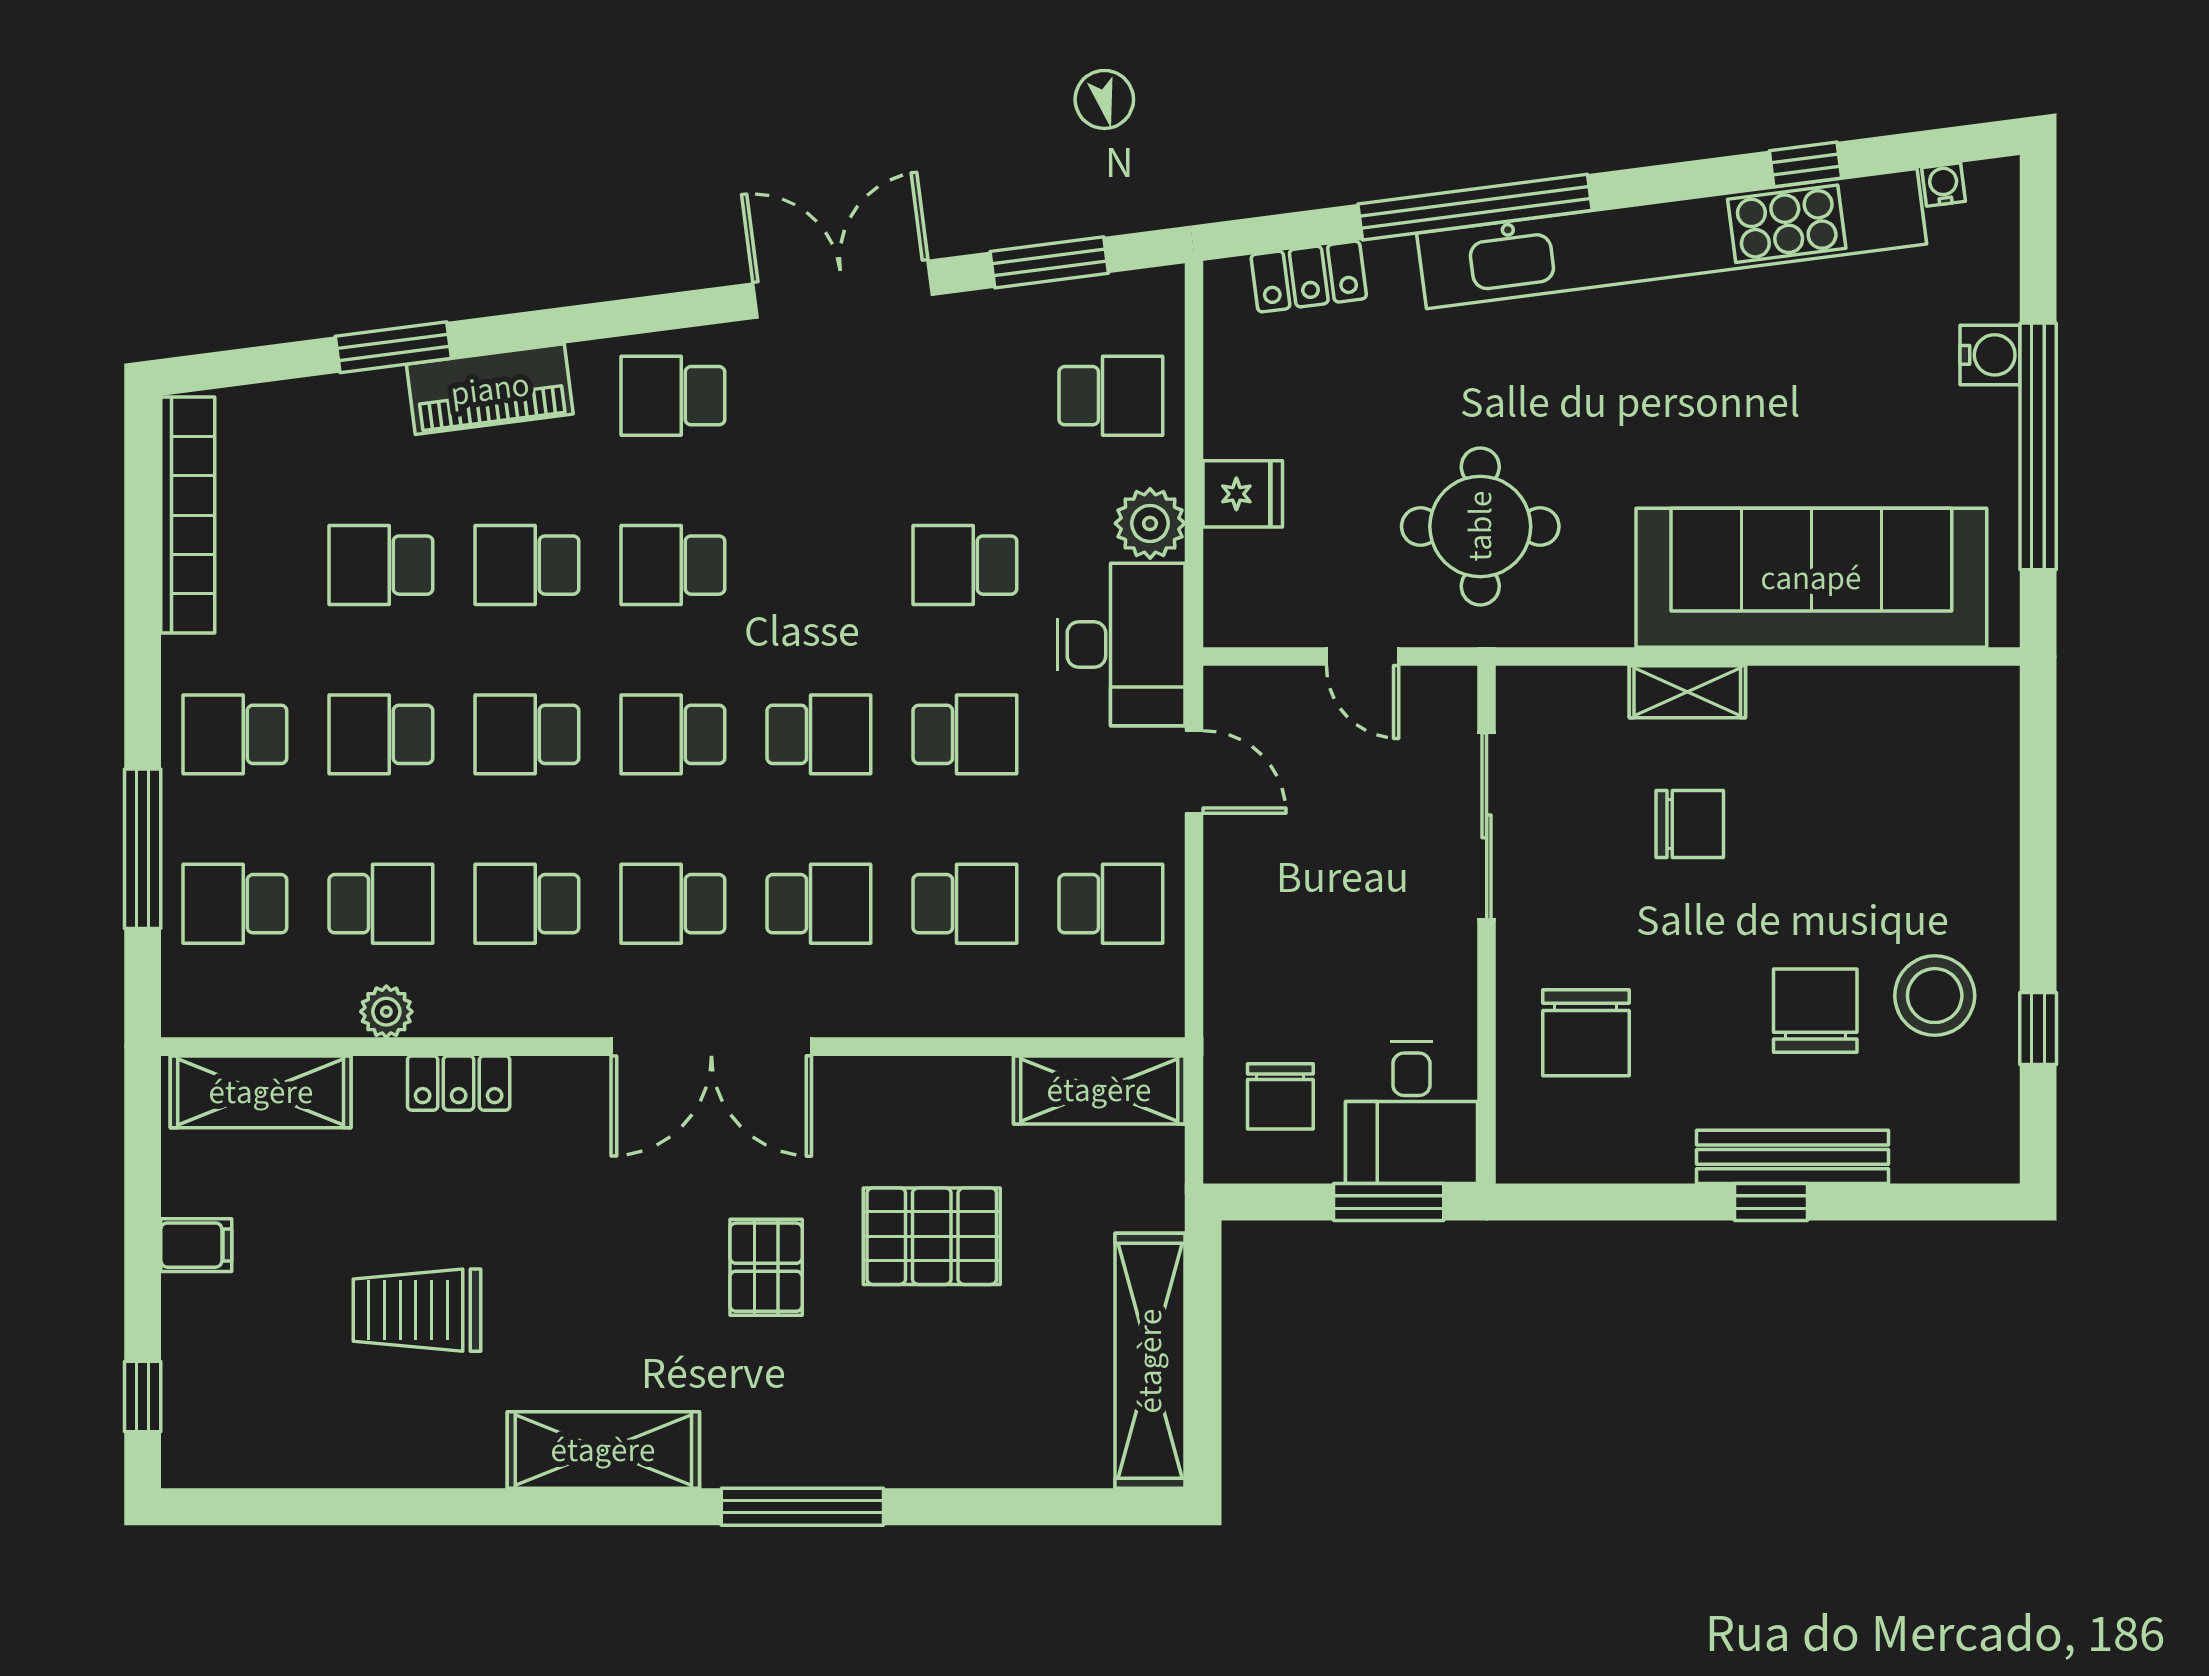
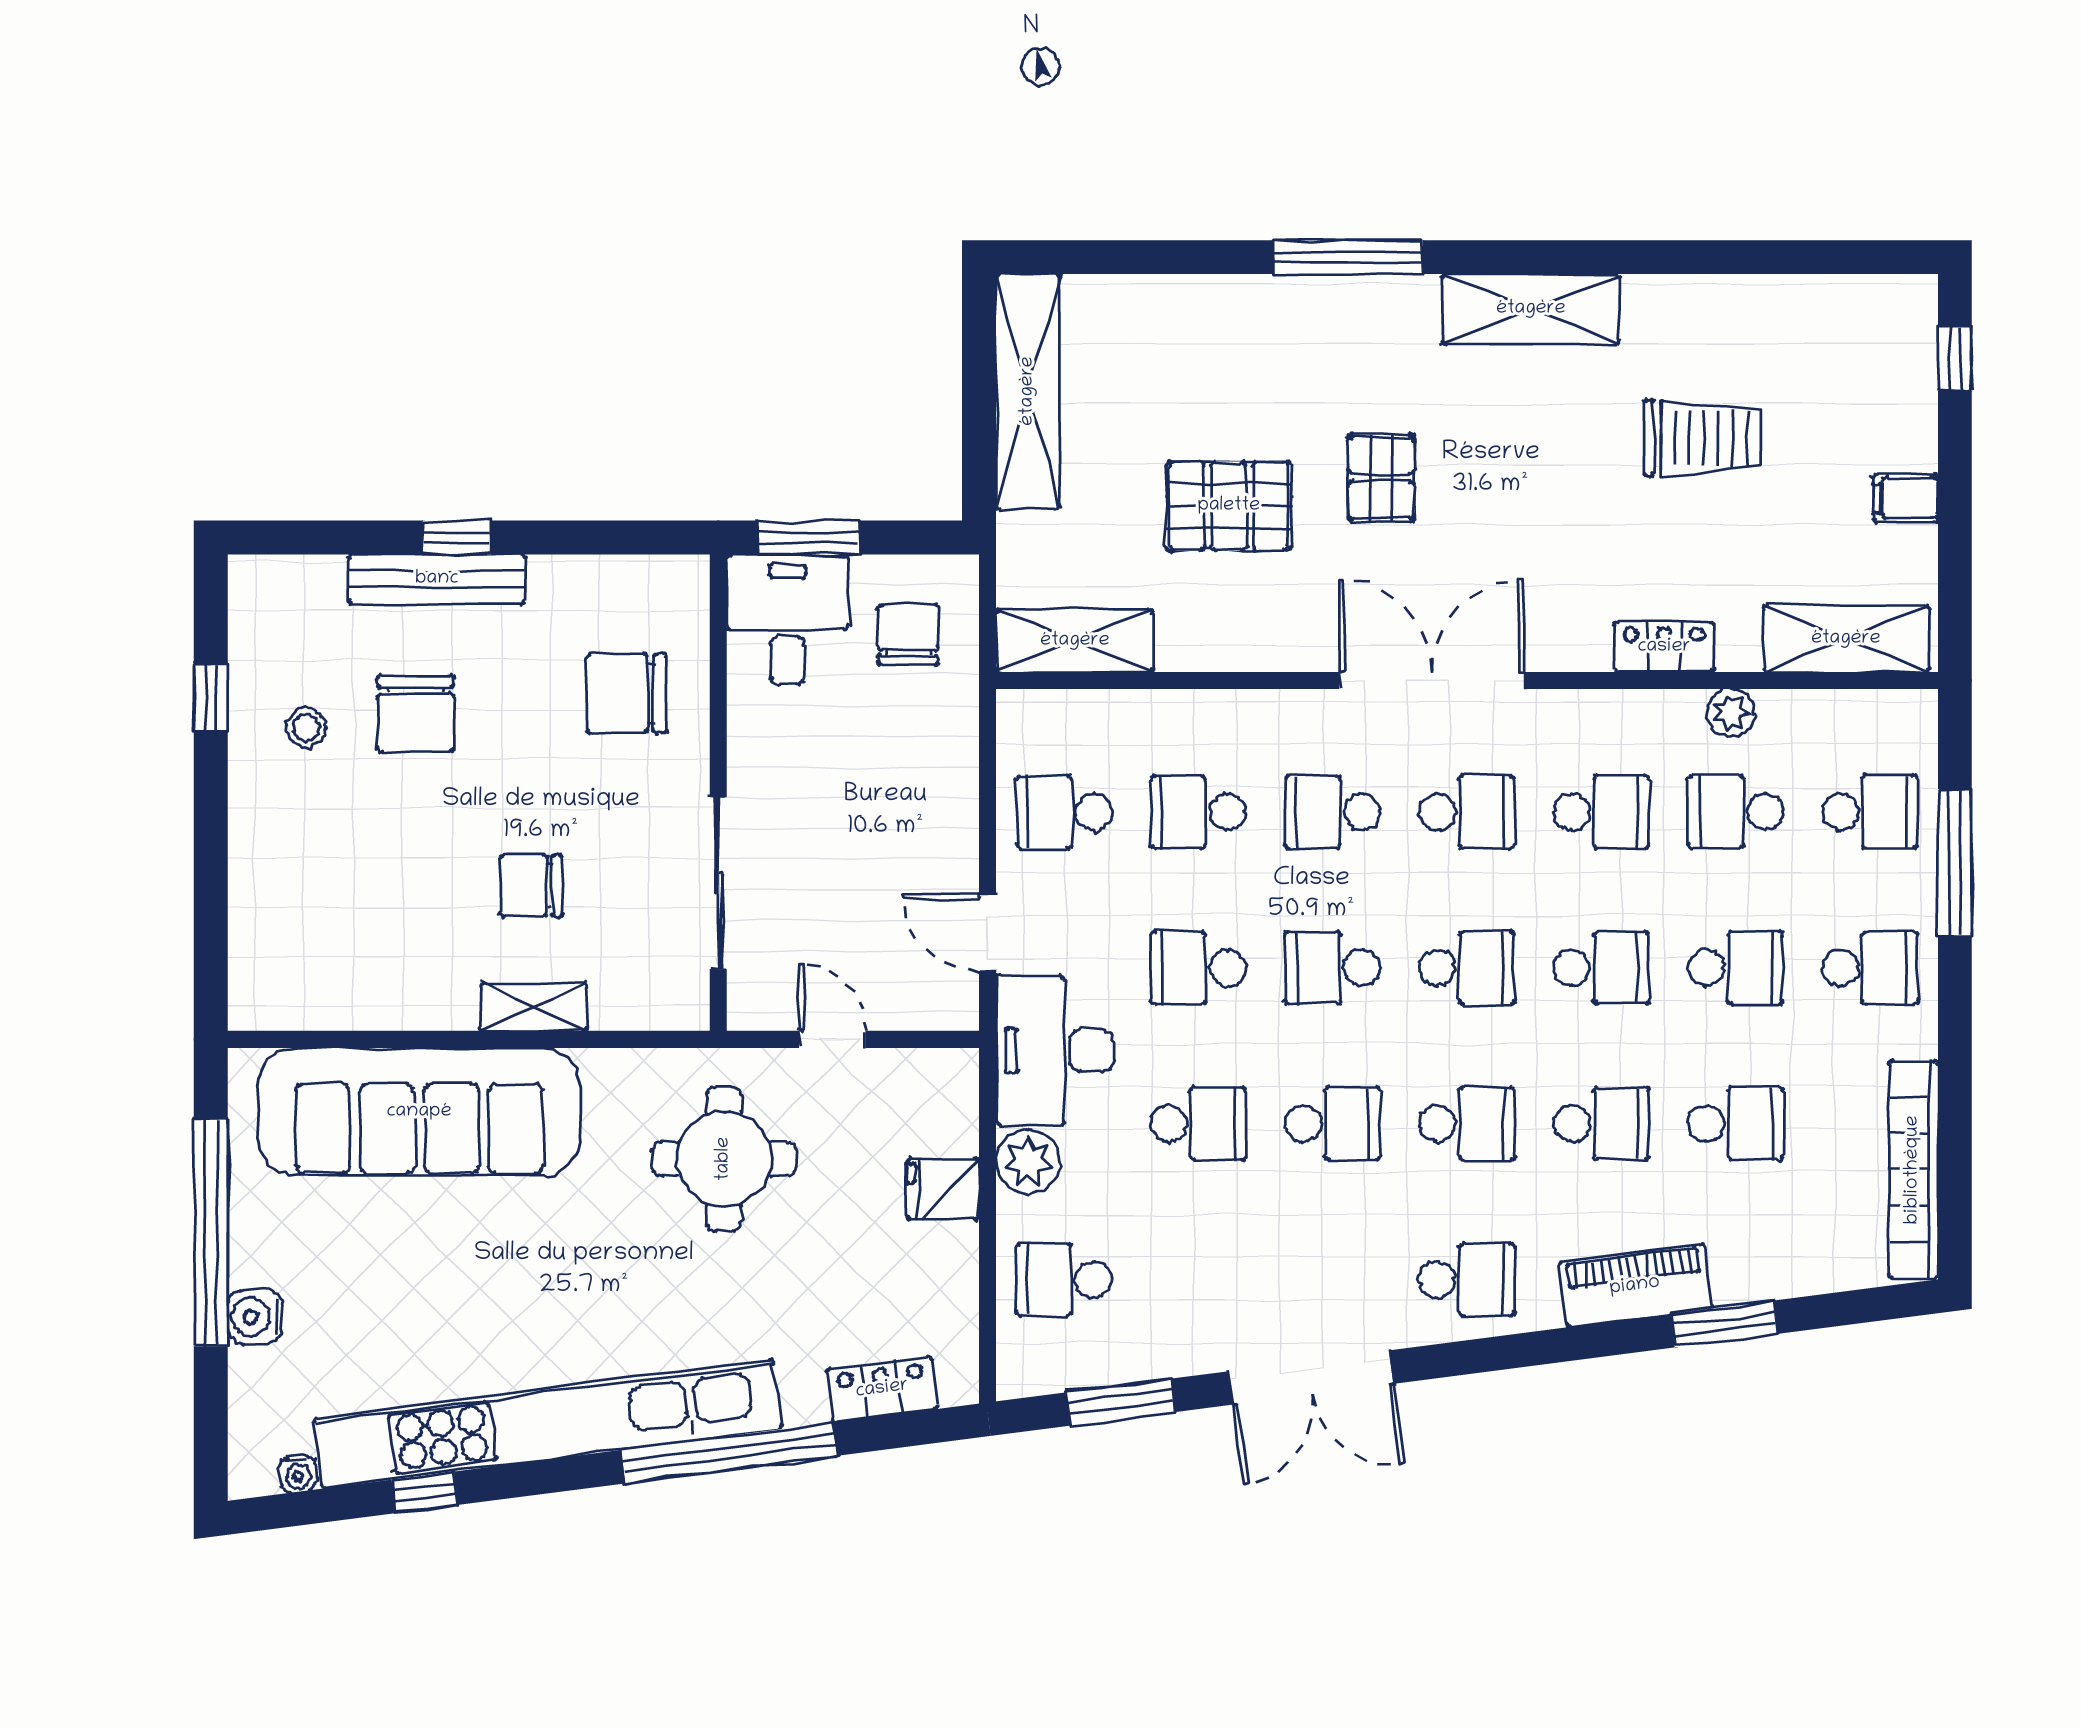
school desk: (819, 565) -> (1333, 1124), added
stool: (1935, 996) -> (306, 727), width x0.53, depth x0.53
chair: (1586, 1033) -> (627, 693), turned -90

